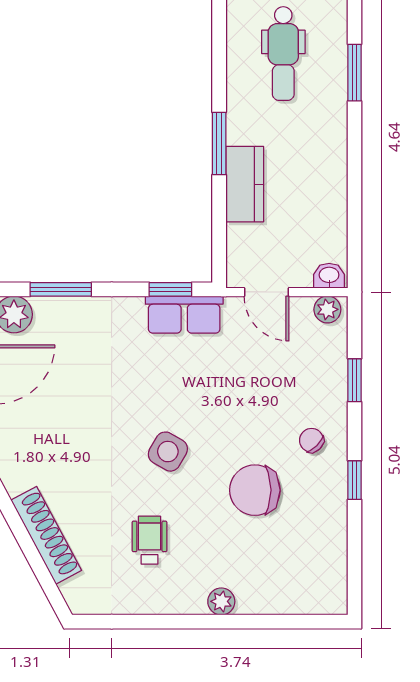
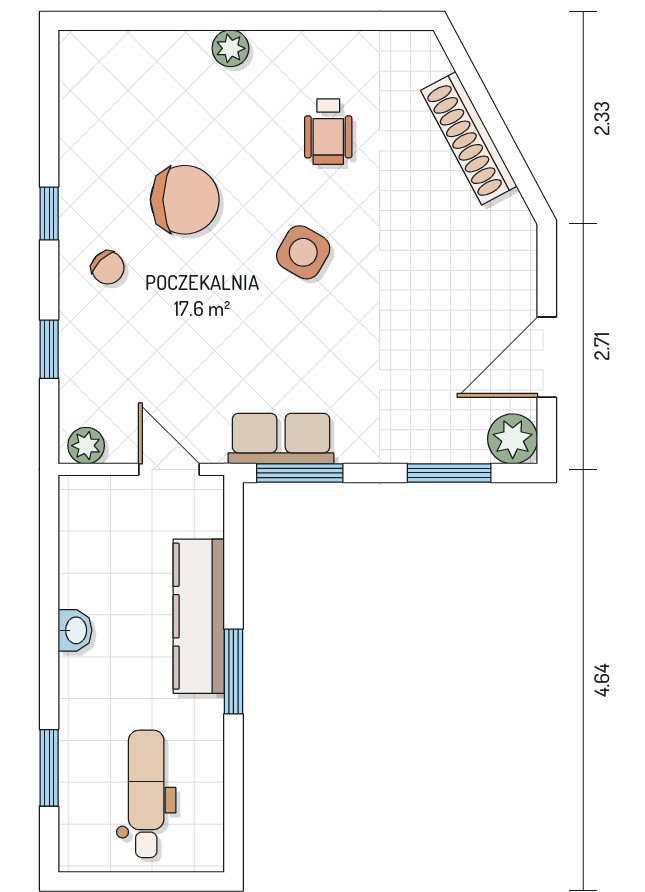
kitchen counter: (245, 184) -> (199, 616), width x1.50
washbasin: (329, 276) -> (75, 630), moved, turned -90
window: (170, 289) -> (300, 473), width x1.50

